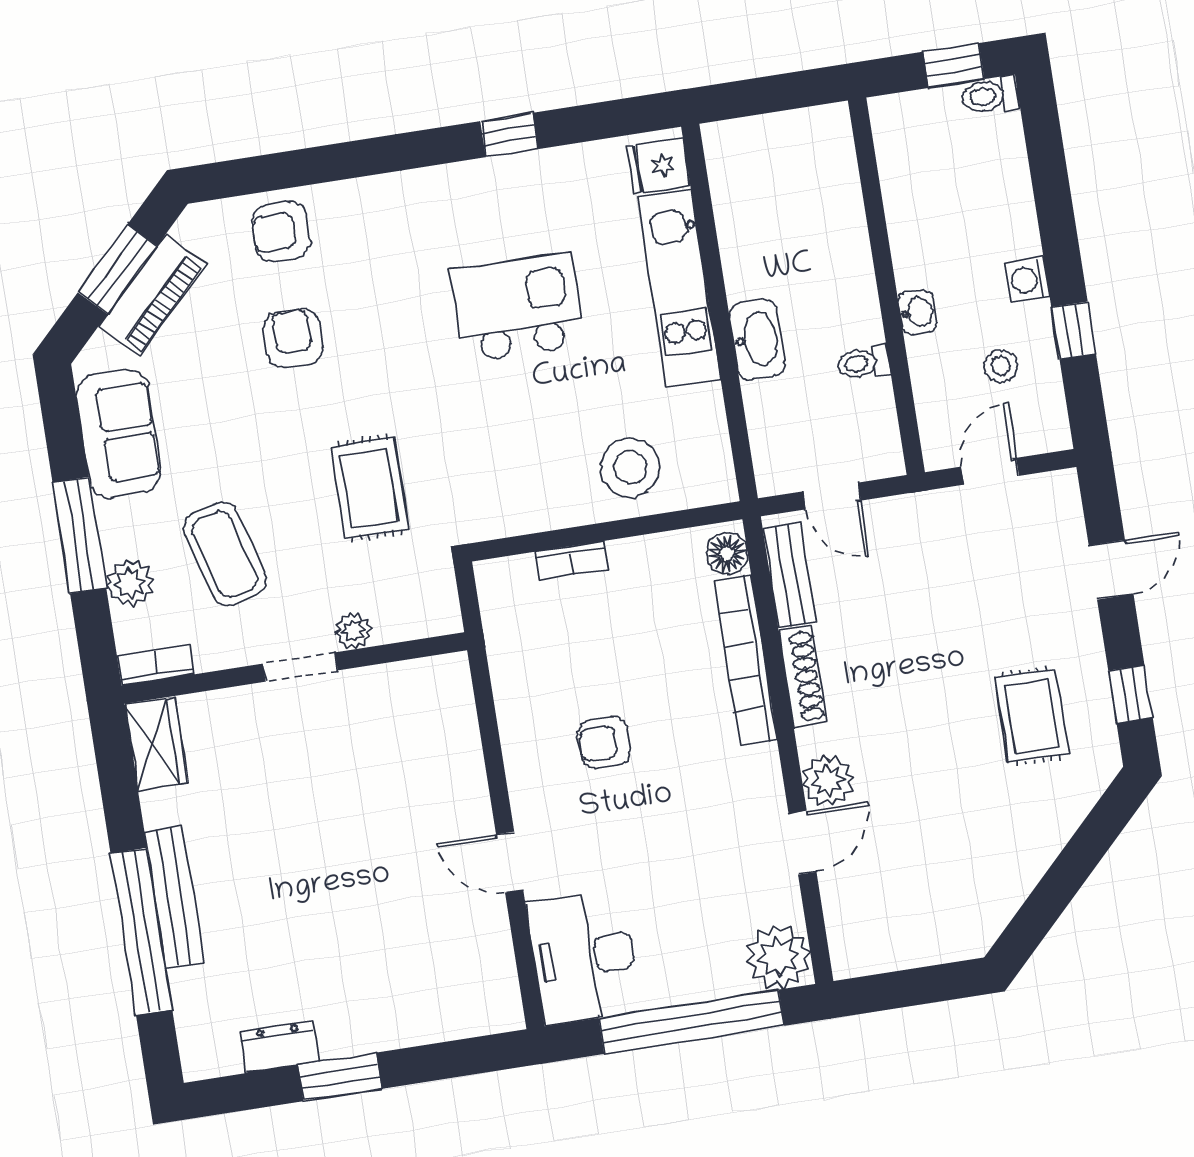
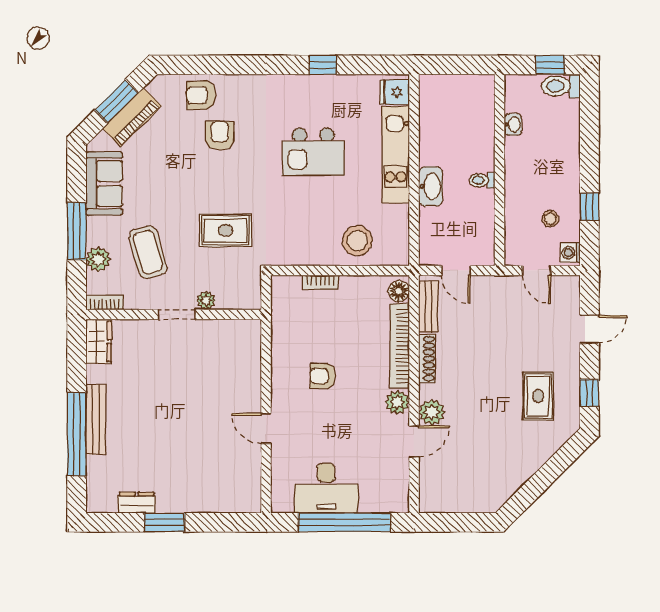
toilet: (990, 95) -> (561, 86), width x1.37, depth x1.39
washing machine: (1027, 280) -> (570, 253), moved
kitchen island: (517, 307) -> (313, 152), turned 180
washbasin: (917, 312) -> (513, 124), moved
armchair: (293, 338) -> (220, 136), moved
toilet: (863, 363) -> (482, 180), moved
door: (990, 471) -> (537, 271), swing flipped
rug: (370, 488) -> (225, 230), turned 90
desk: (584, 957) -> (326, 488), moved, turned -90
plant: (778, 957) -> (397, 402), moved, width x0.73, depth x0.73

